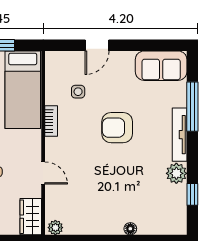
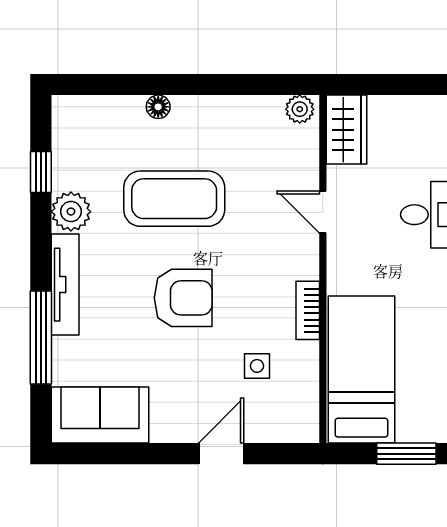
coffee table: (122, 180) -> (174, 199), added

